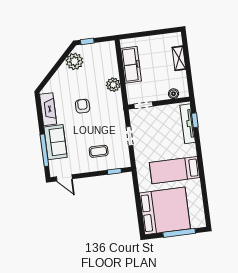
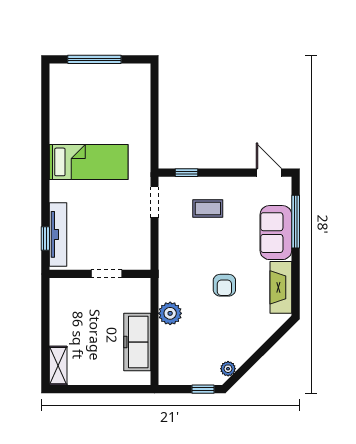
shelving: (179, 58) -> (58, 366), moved
plant: (74, 61) -> (228, 369), width x0.53, depth x0.53
boiler: (174, 94) -> (74, 286), removed
doorway: (143, 105) -> (106, 274), moved
doorway: (130, 136) -> (155, 202), moved
bed: (165, 211) -> (113, 98), removed

